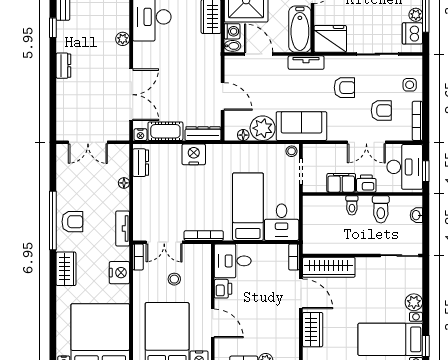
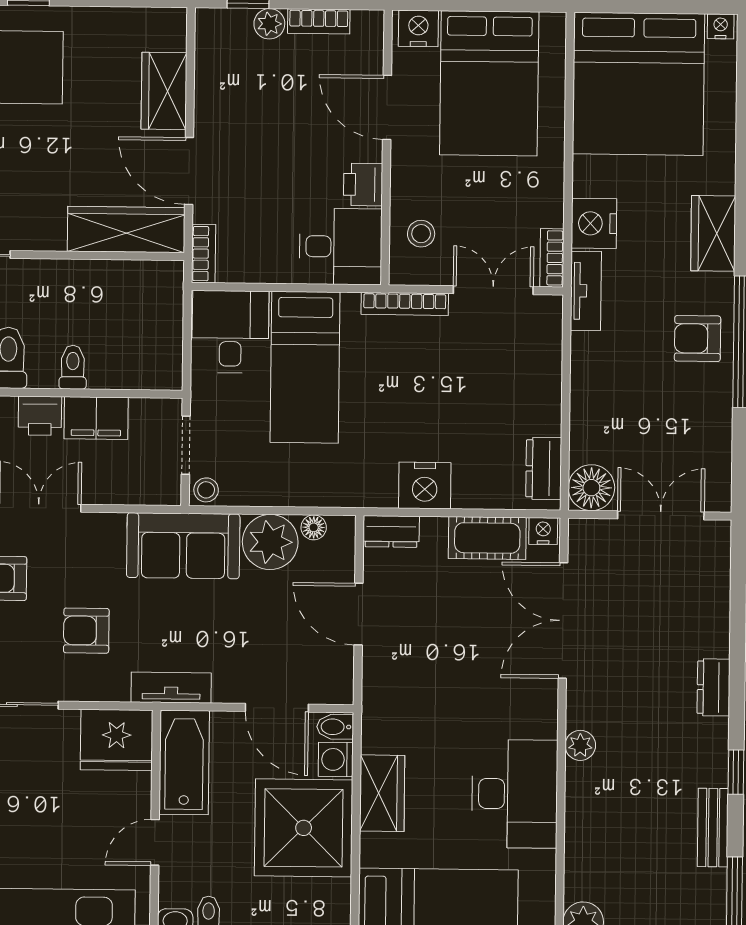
dresser: (203, 134) -> (391, 531), width x0.70
floor lamp: (124, 183) -> (591, 488), moved, width x1.89, depth x1.89
tv unit: (123, 228) -> (586, 291), moved
stool: (174, 279) -> (421, 234), moved

